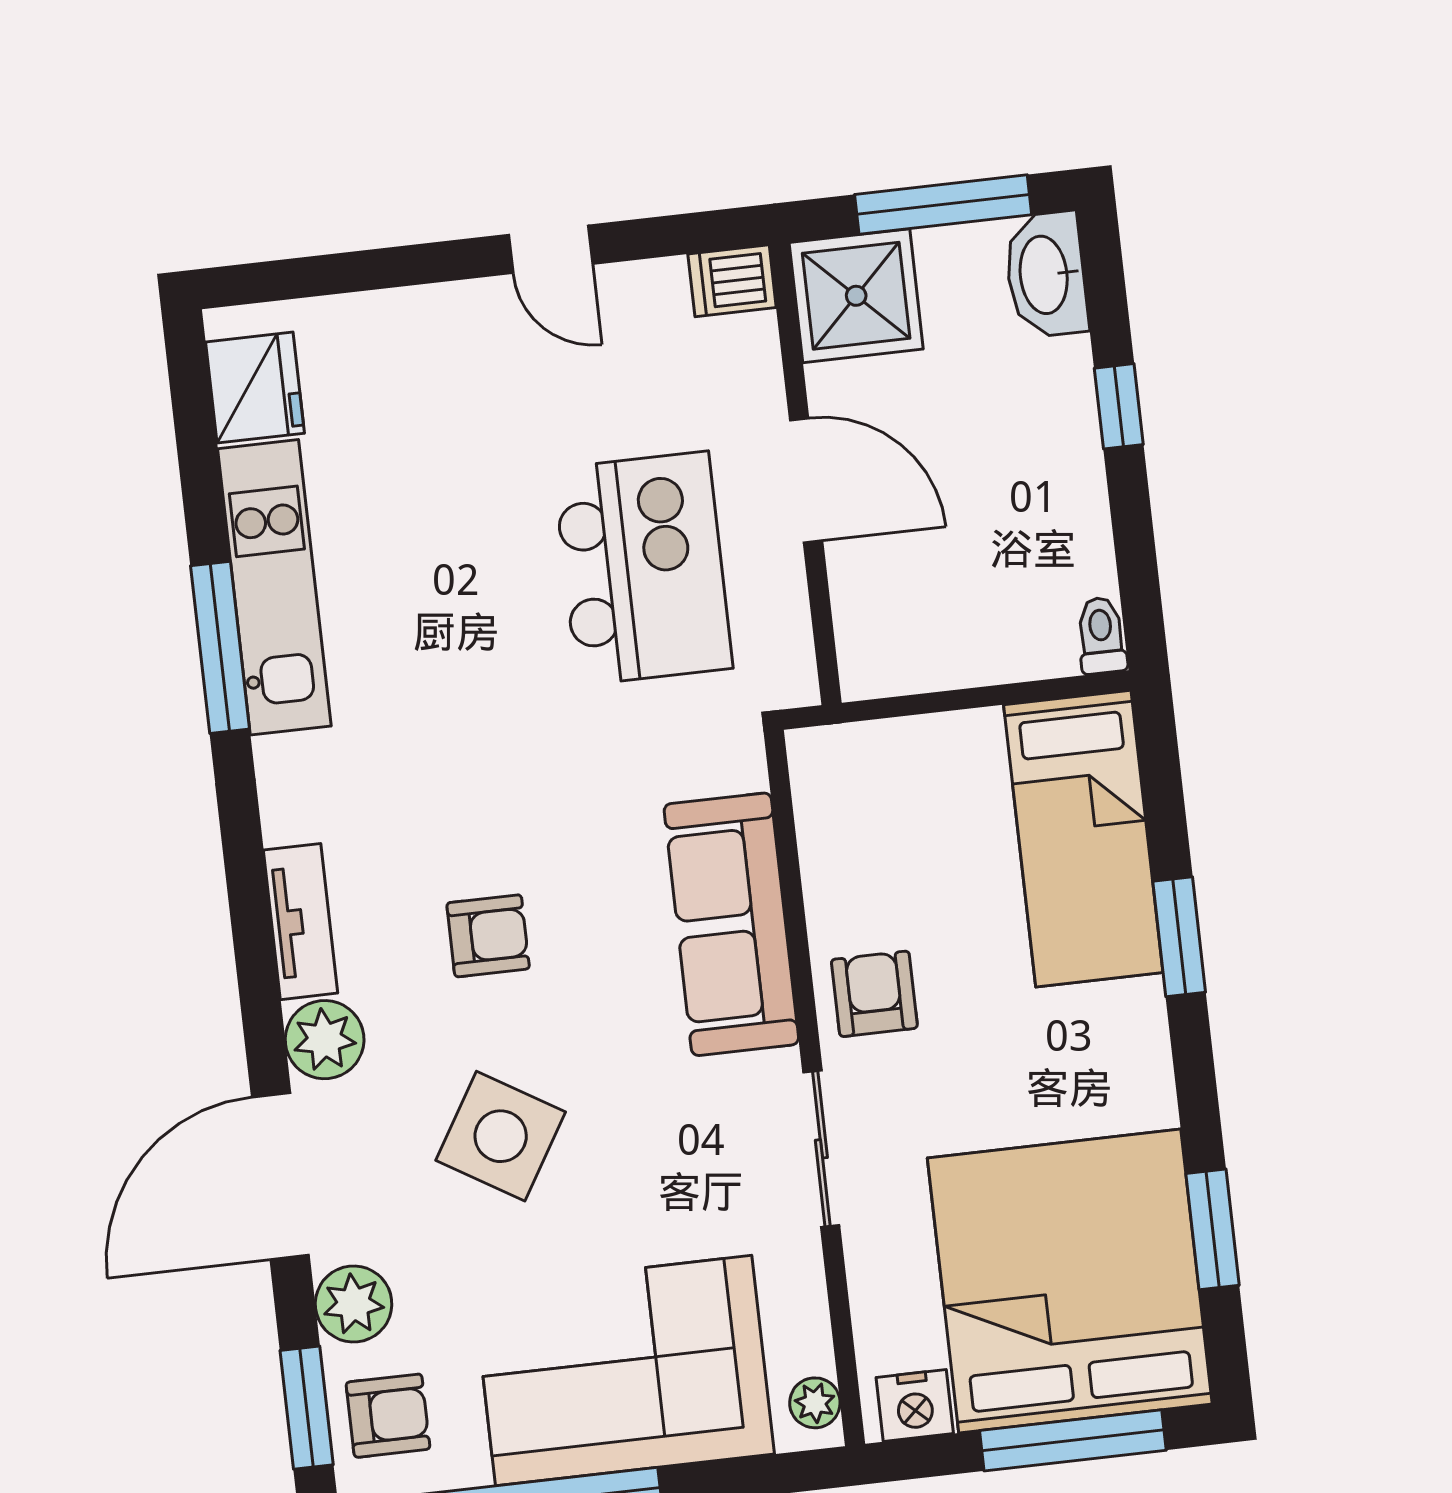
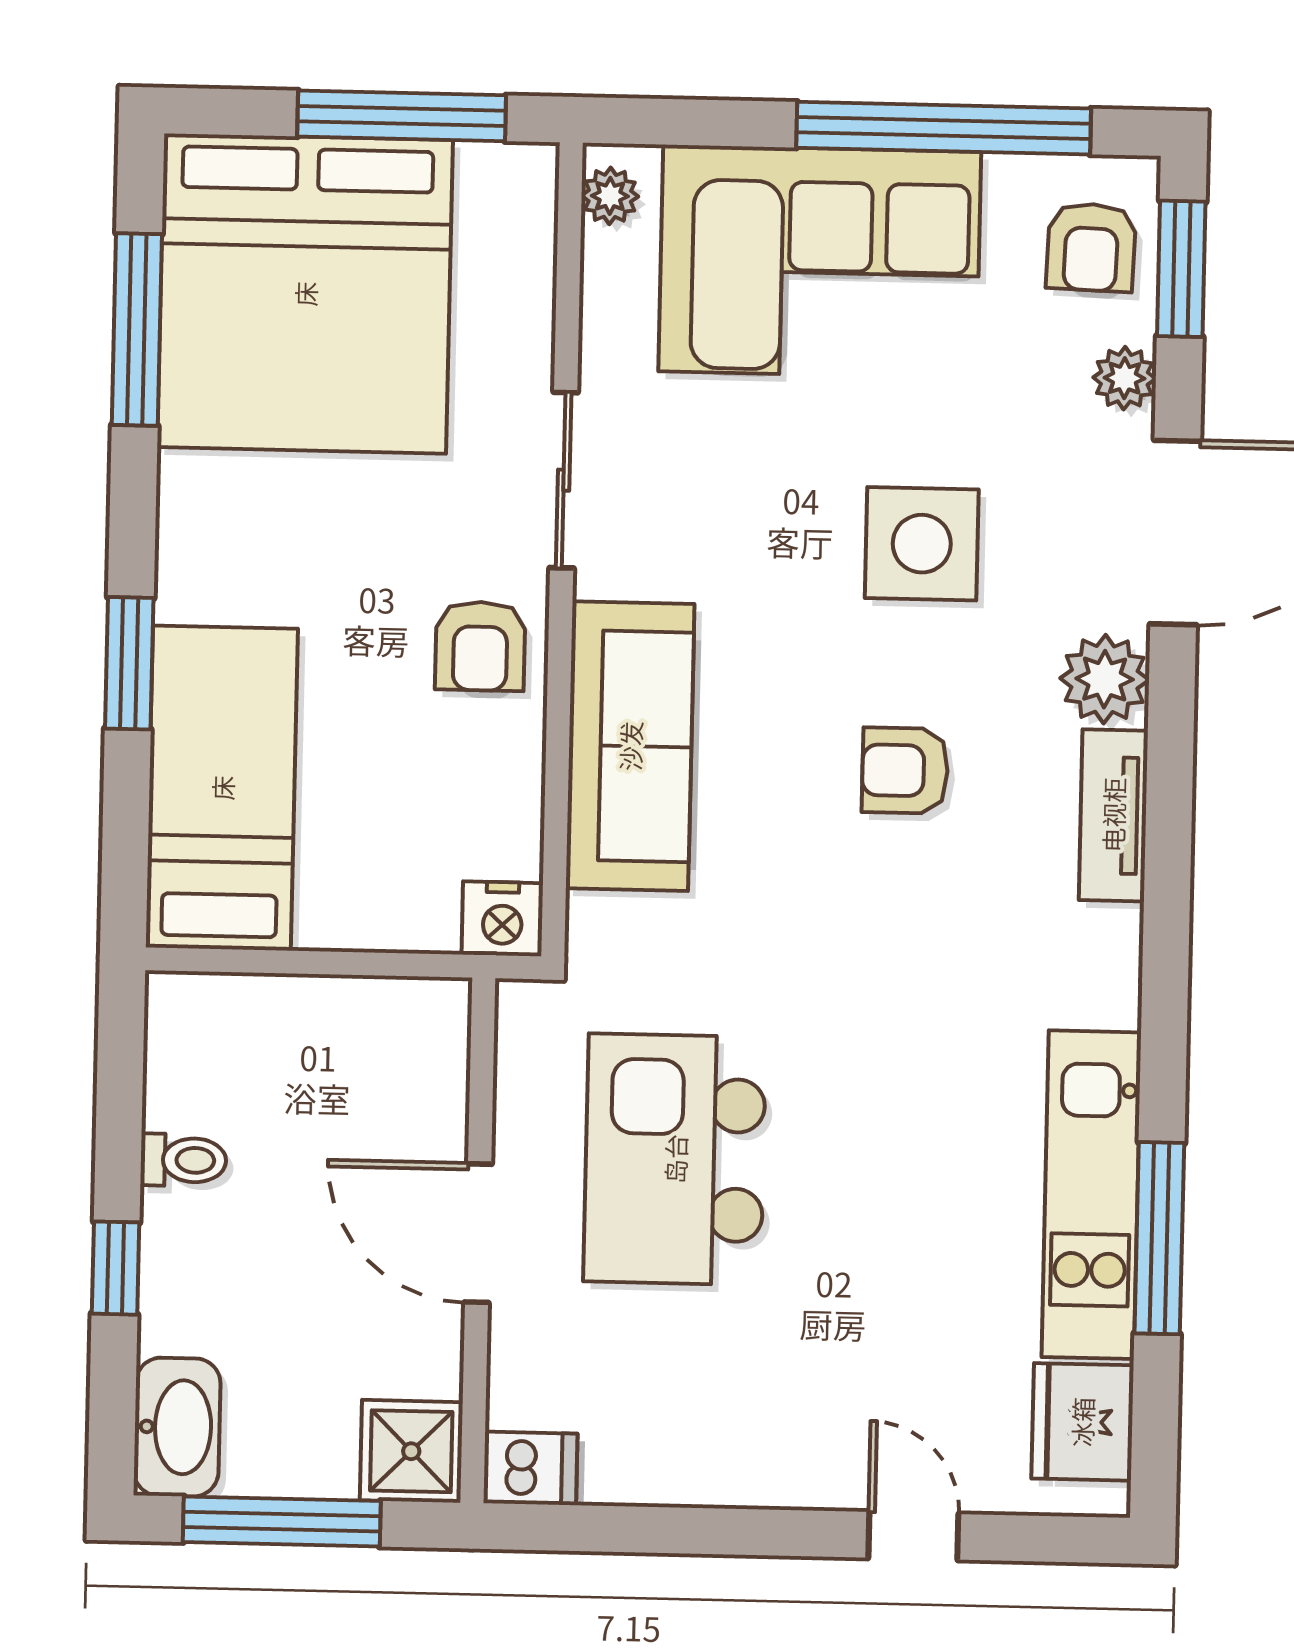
door: (551, 249) -> (913, 1536), moved
shower: (856, 296) -> (411, 1451), width x0.73, depth x0.73
toilet: (1101, 635) -> (183, 1160), moved, turned -90
window: (220, 647) -> (1159, 1238), moved
side table: (501, 1136) -> (922, 544), turned -31
window: (1212, 1229) -> (137, 330), width x1.44
plant: (354, 1304) -> (1124, 378), width x0.73, depth x0.73
nightstand: (915, 1405) -> (502, 919), moved, turned 180
armchair: (388, 1416) -> (1091, 247), turned -88
window: (1073, 1440) -> (402, 116), moved

